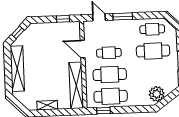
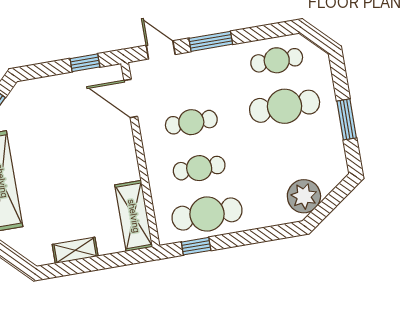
door: (83, 49) -> (131, 98), moved
cafe table: (110, 75) -> (199, 168), width x0.73, depth x0.74
shelving: (76, 85) -> (134, 216), width x0.68

